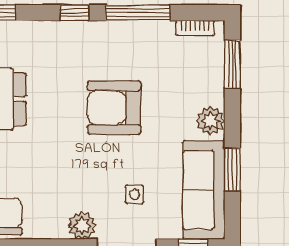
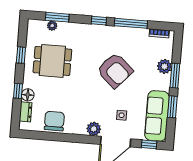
window: (232, 64) -> (175, 76), moved
armchair: (114, 108) -> (115, 70), turned -138
plant: (210, 121) -> (164, 66), moved

